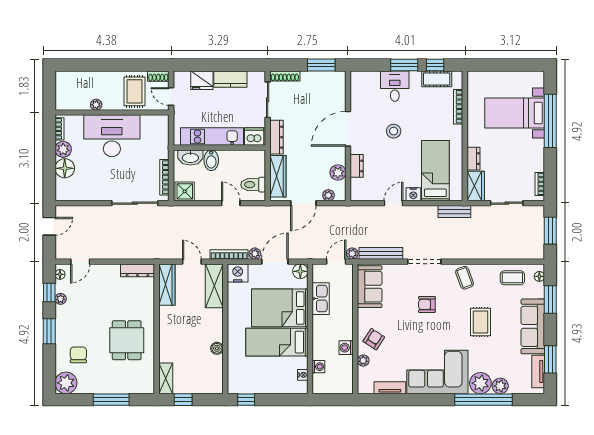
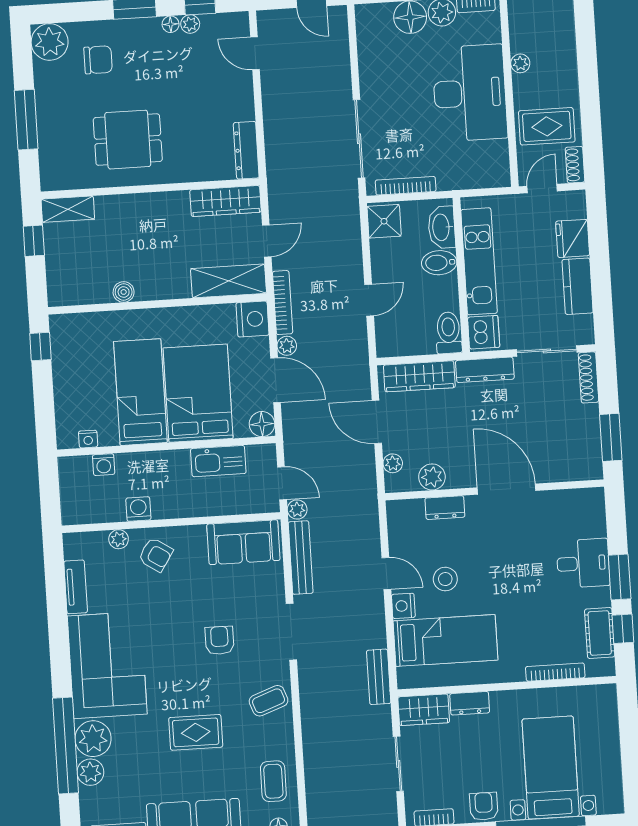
stool: (394, 131) -> (445, 579), moved
armchair: (535, 154) -> (484, 806), added
toilet: (253, 185) -> (449, 333), moved
floor lamp: (60, 274) -> (171, 24), moved

